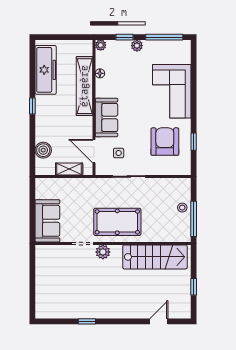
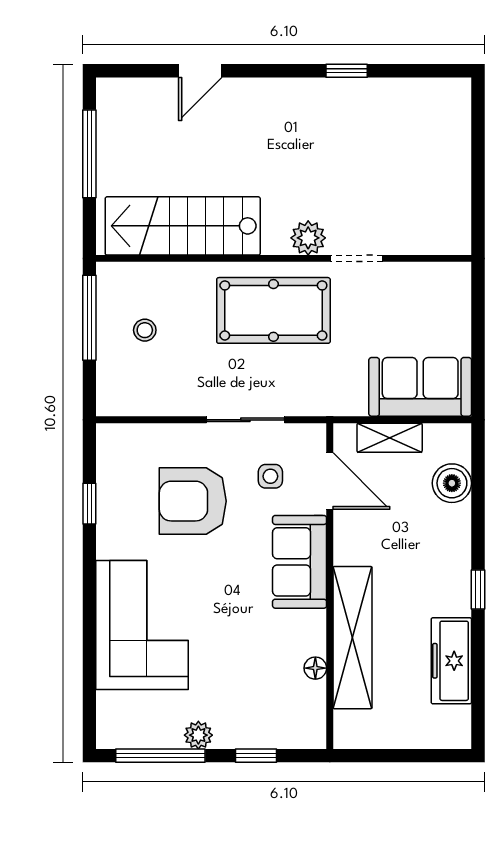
plant: (101, 45) -> (314, 736), removed
plant: (137, 46) -> (198, 735), moved
freezer: (46, 70) -> (451, 661), width x0.73, depth x0.79
armchair: (165, 142) -> (193, 501), moved, turned 90
stool: (182, 208) -> (145, 330), moved
sofa: (47, 221) -> (420, 387), moved, turned 90
window: (194, 287) -> (89, 154), width x2.17
door: (159, 321) -> (200, 71), moved

